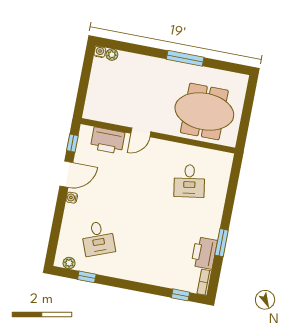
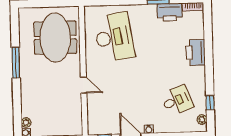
printer: (108, 141) -> (196, 52), moved, turned 180
desk: (189, 181) -> (114, 37), width x1.87, depth x1.30
window: (181, 295) -> (208, 24), removed

